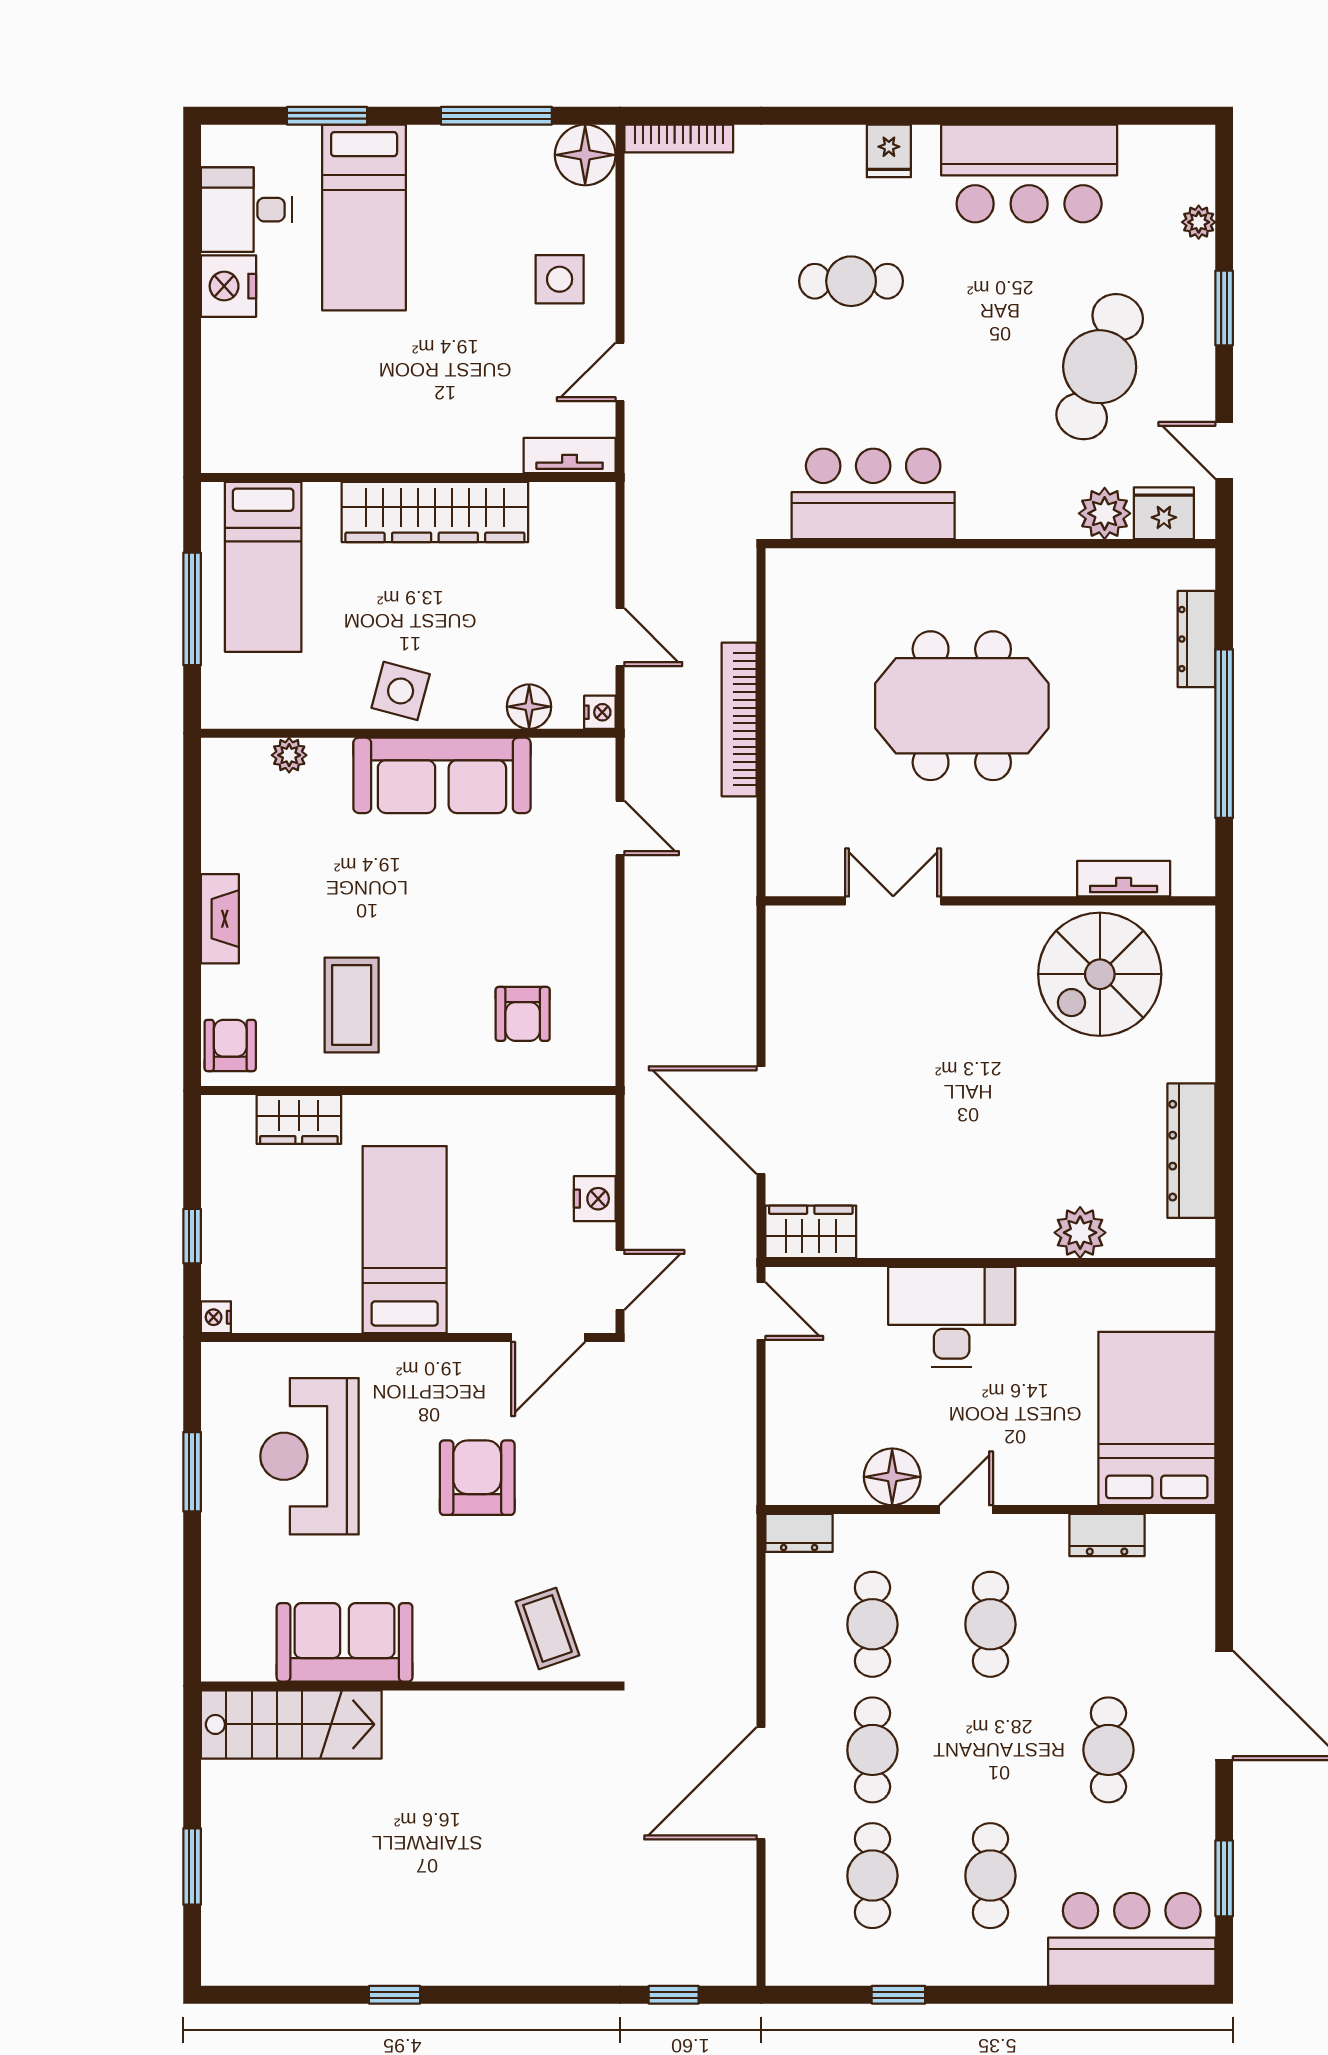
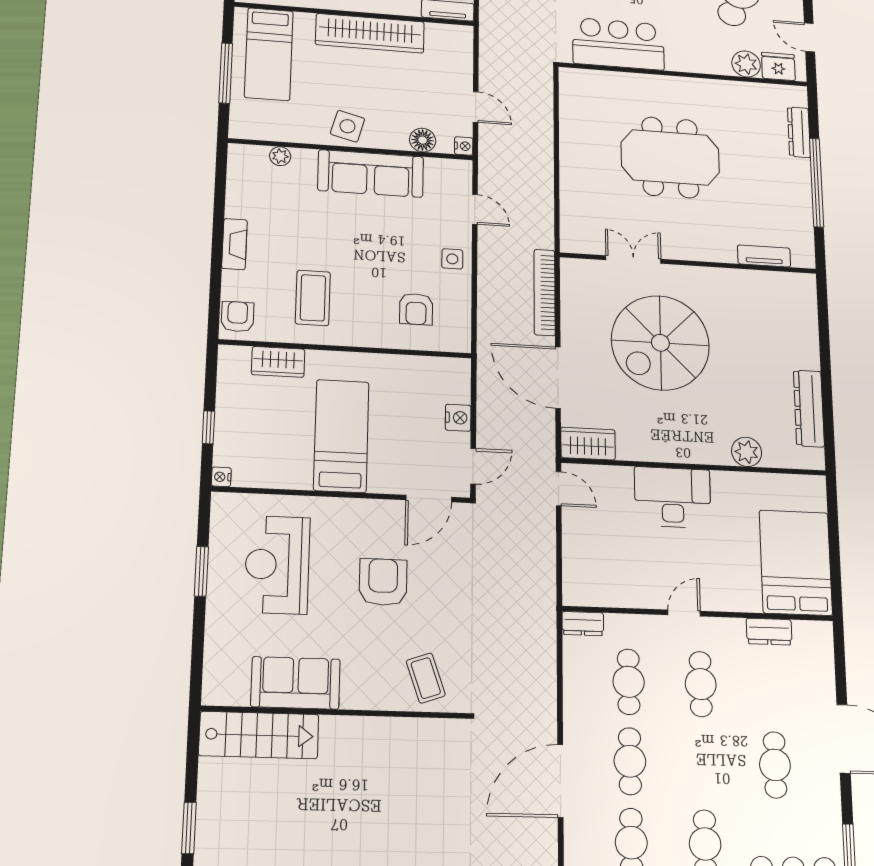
bookcase: (739, 719) -> (545, 292), moved
side table: (582, 921) -> (452, 259), added
spiral stairs: (1100, 974) -> (660, 343), moved, width x1.37, depth x1.37
floor lamp: (892, 1477) -> (639, 591), removed

